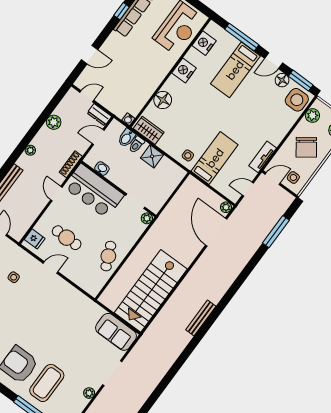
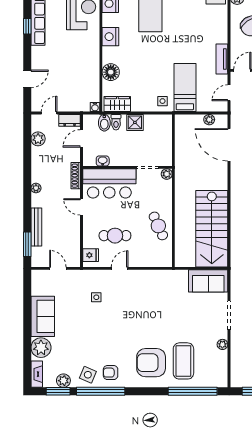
plant: (54, 122) -> (38, 139), moved
plant: (226, 207) -> (209, 120), moved

